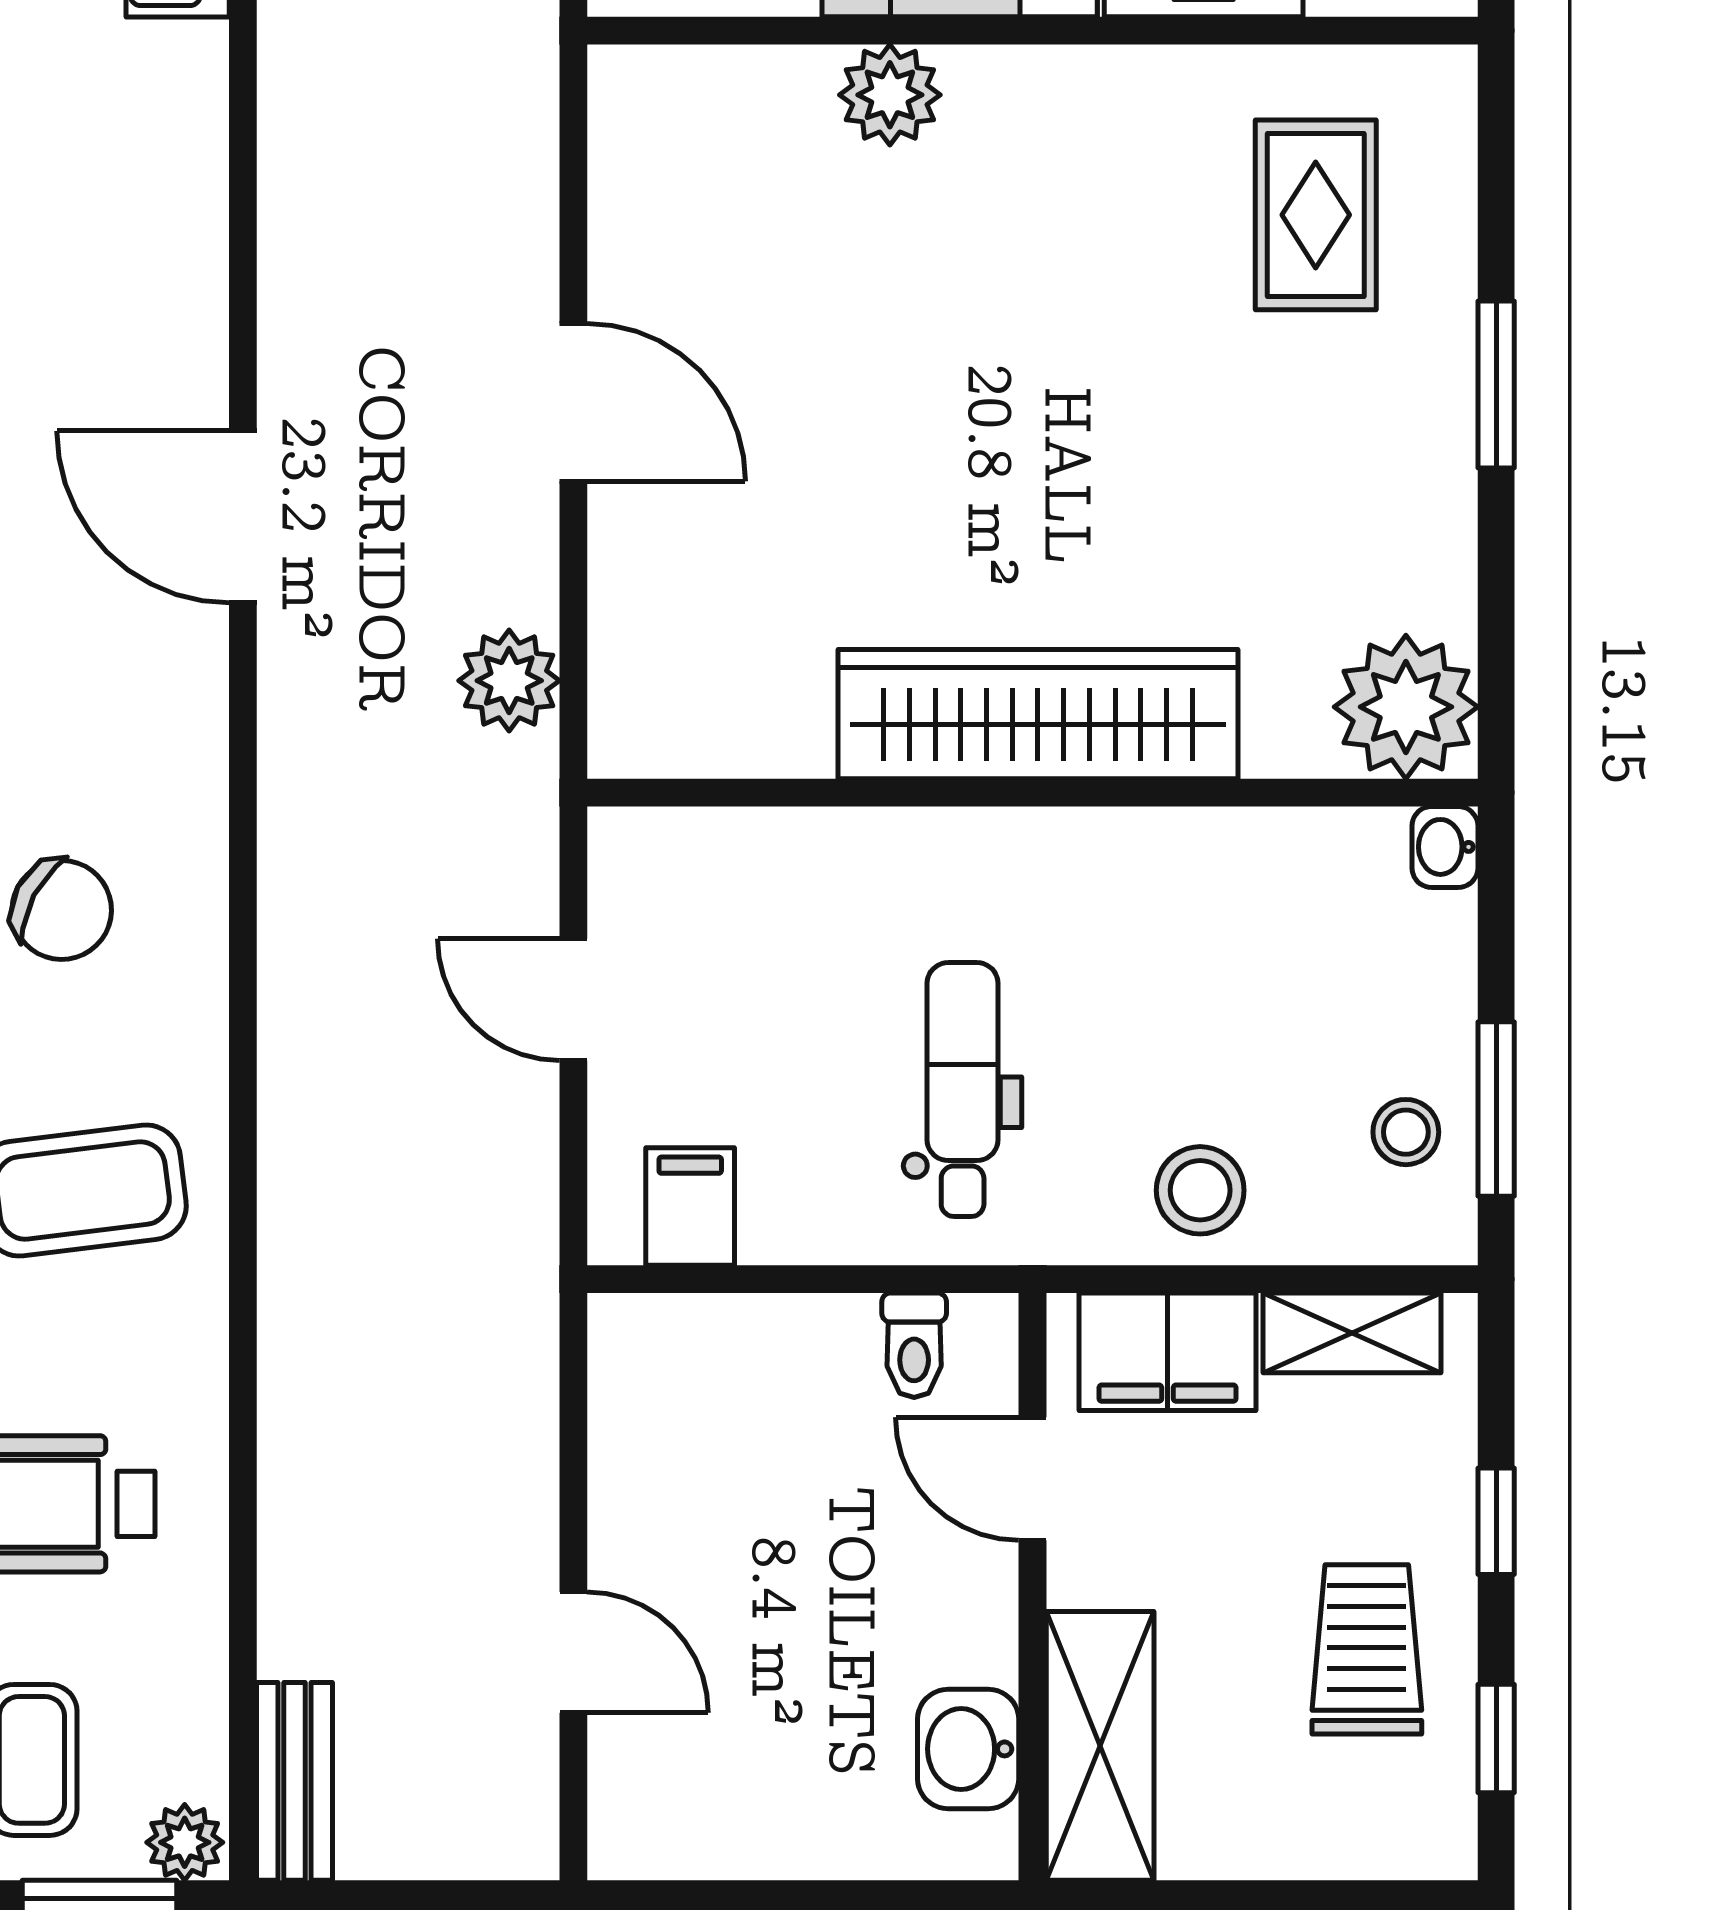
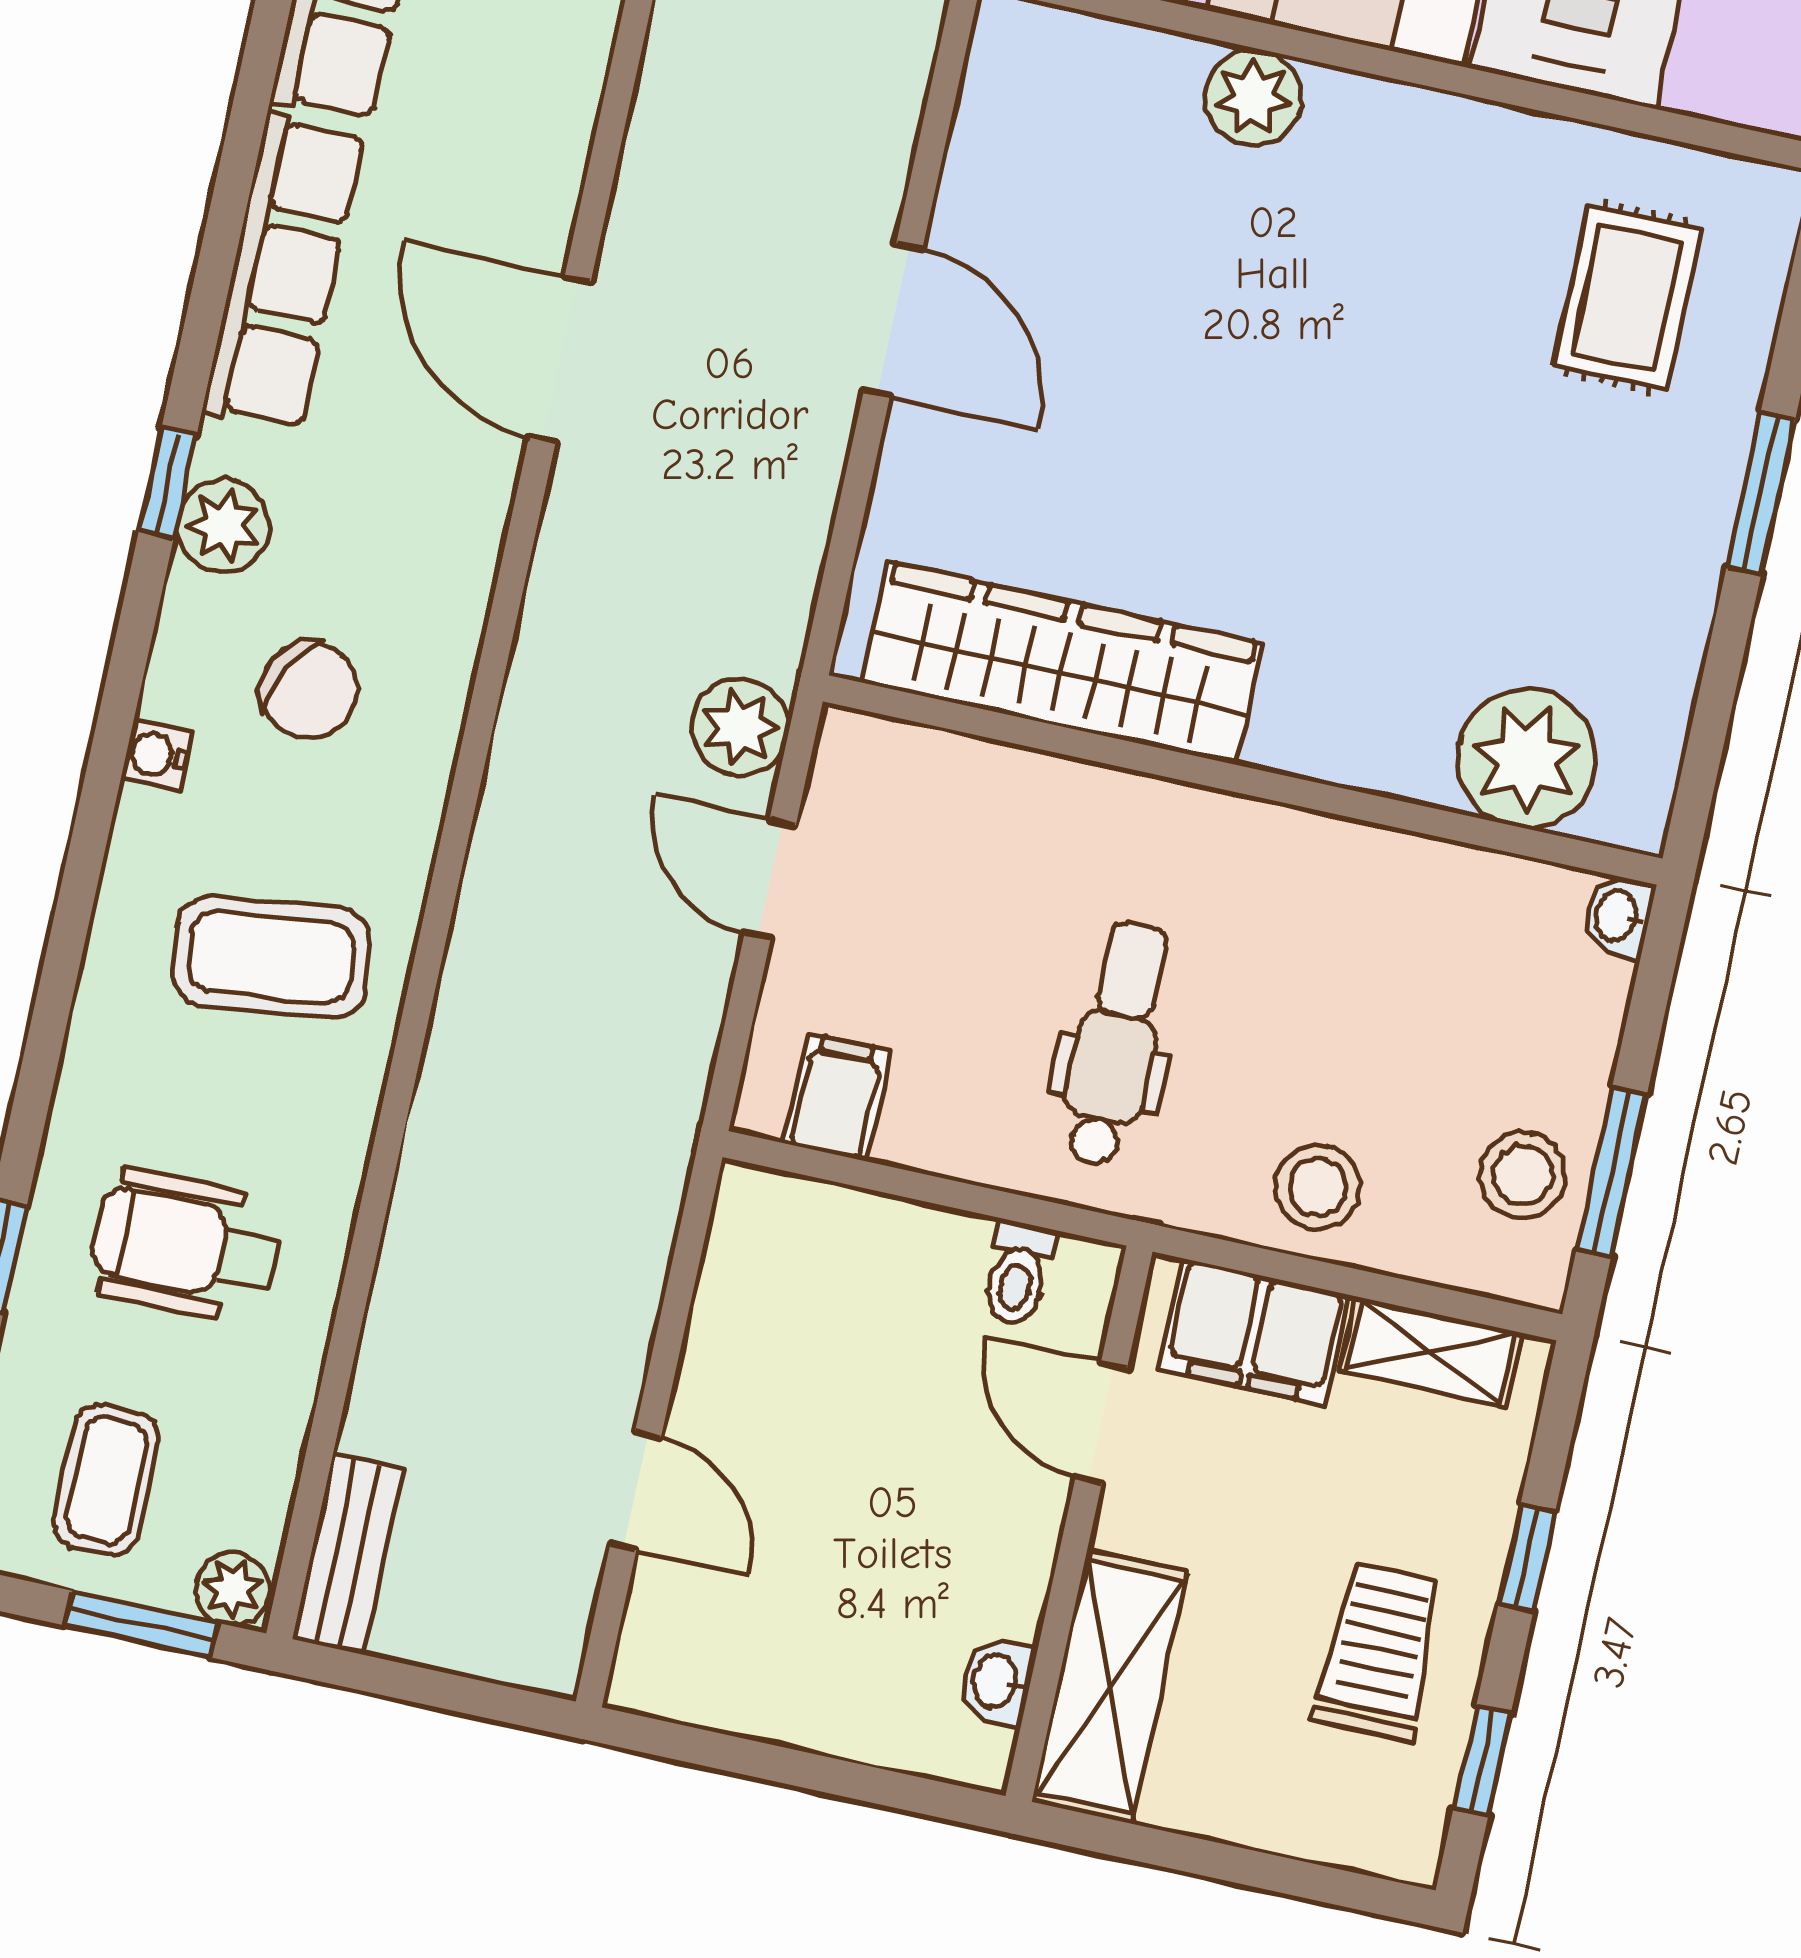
plant: (509, 681) -> (740, 727), moved
plant: (1406, 707) -> (1527, 758), moved
wardrobe: (1038, 714) -> (1062, 663), moved
stool: (1406, 1132) -> (1522, 1175), width x1.37, depth x1.37
washbasin: (968, 1749) -> (997, 1681), width x0.72, depth x0.69

